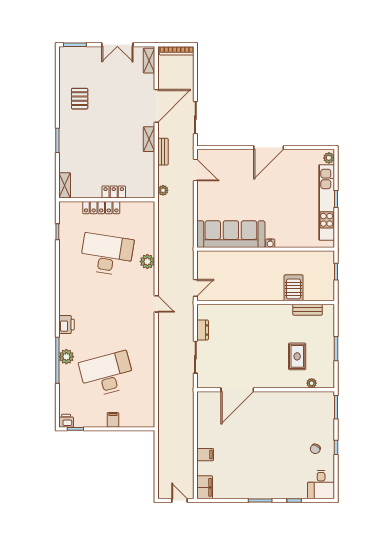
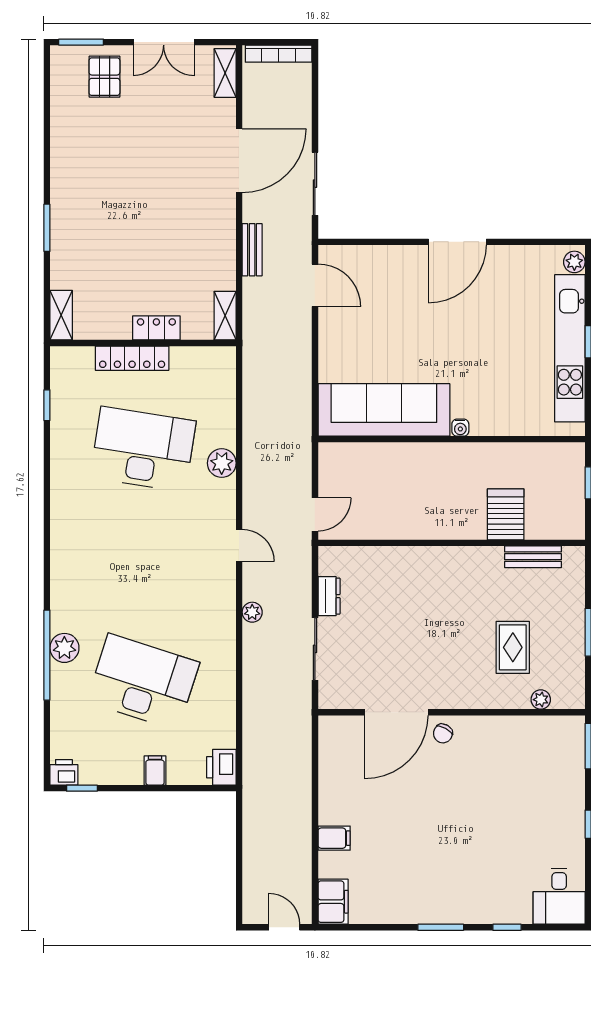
pallet: (80, 99) -> (104, 77), moved
shelving: (149, 139) -> (225, 316), moved
plant: (163, 190) -> (252, 612), moved
printer: (66, 325) -> (221, 767), moved, turned 180
desk: (107, 374) -> (143, 682), turned 33
chair: (315, 449) -> (443, 734), moved

